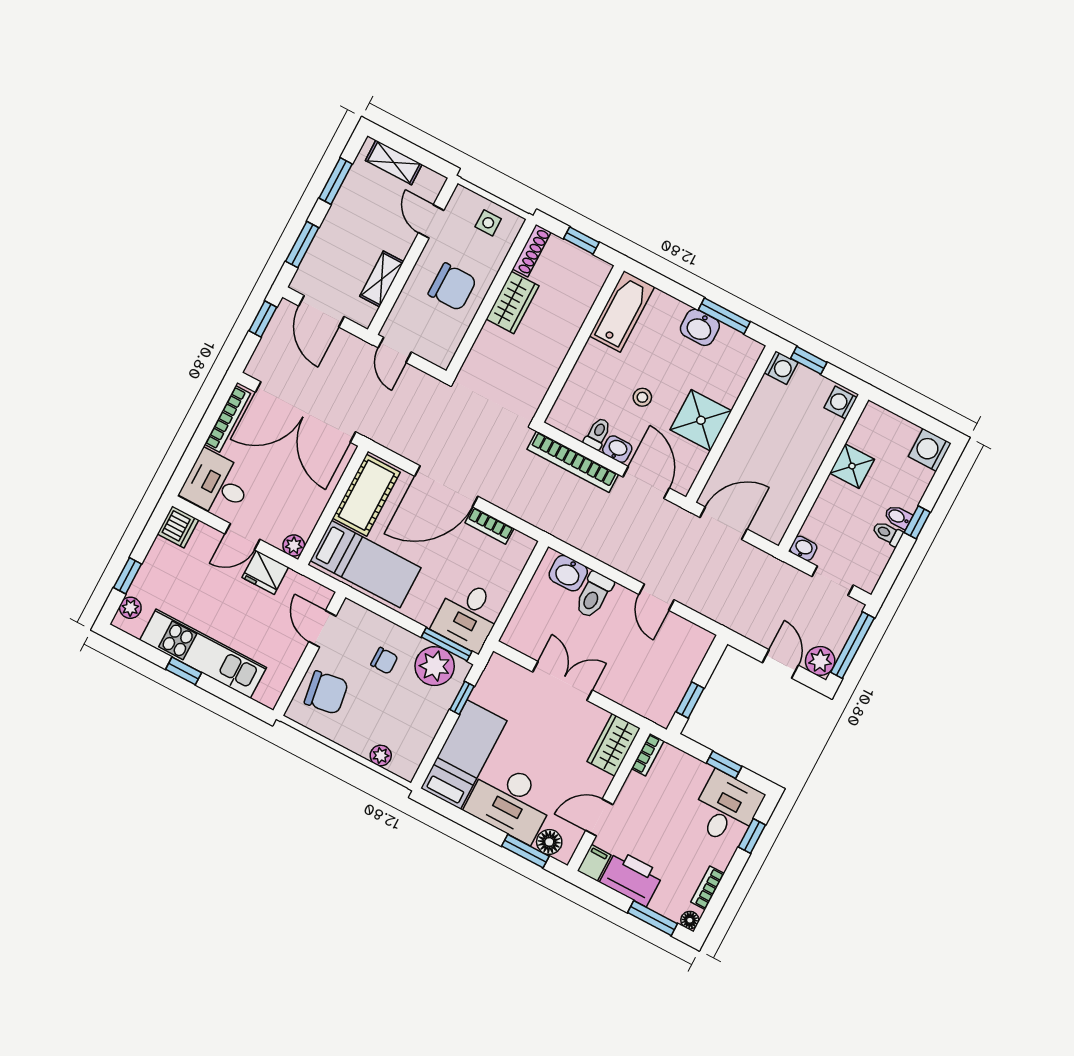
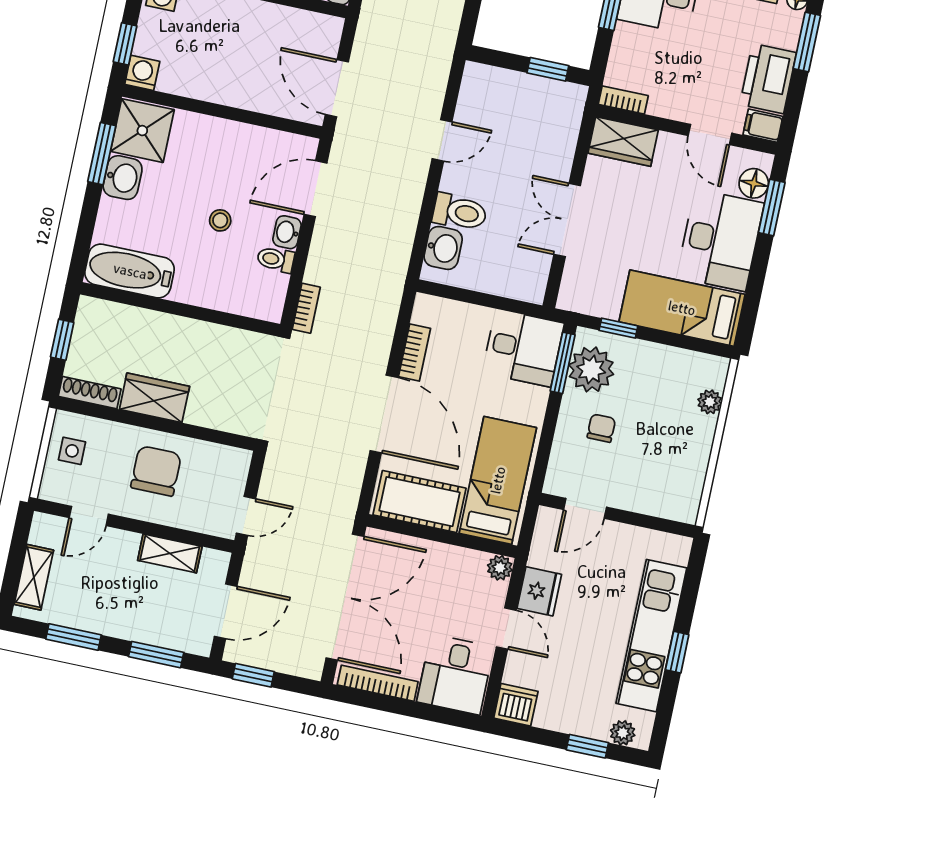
shower: (701, 420) -> (142, 131), moved
bookcase: (573, 462) -> (306, 308), width x0.43, depth x0.76
chair: (326, 693) -> (656, 484), removed

